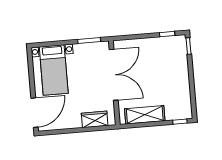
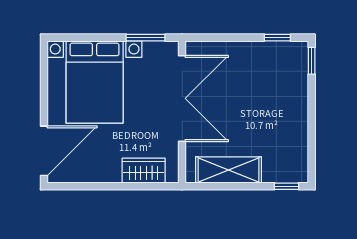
bed with nightstands: (54, 70) -> (95, 82), width x1.36

